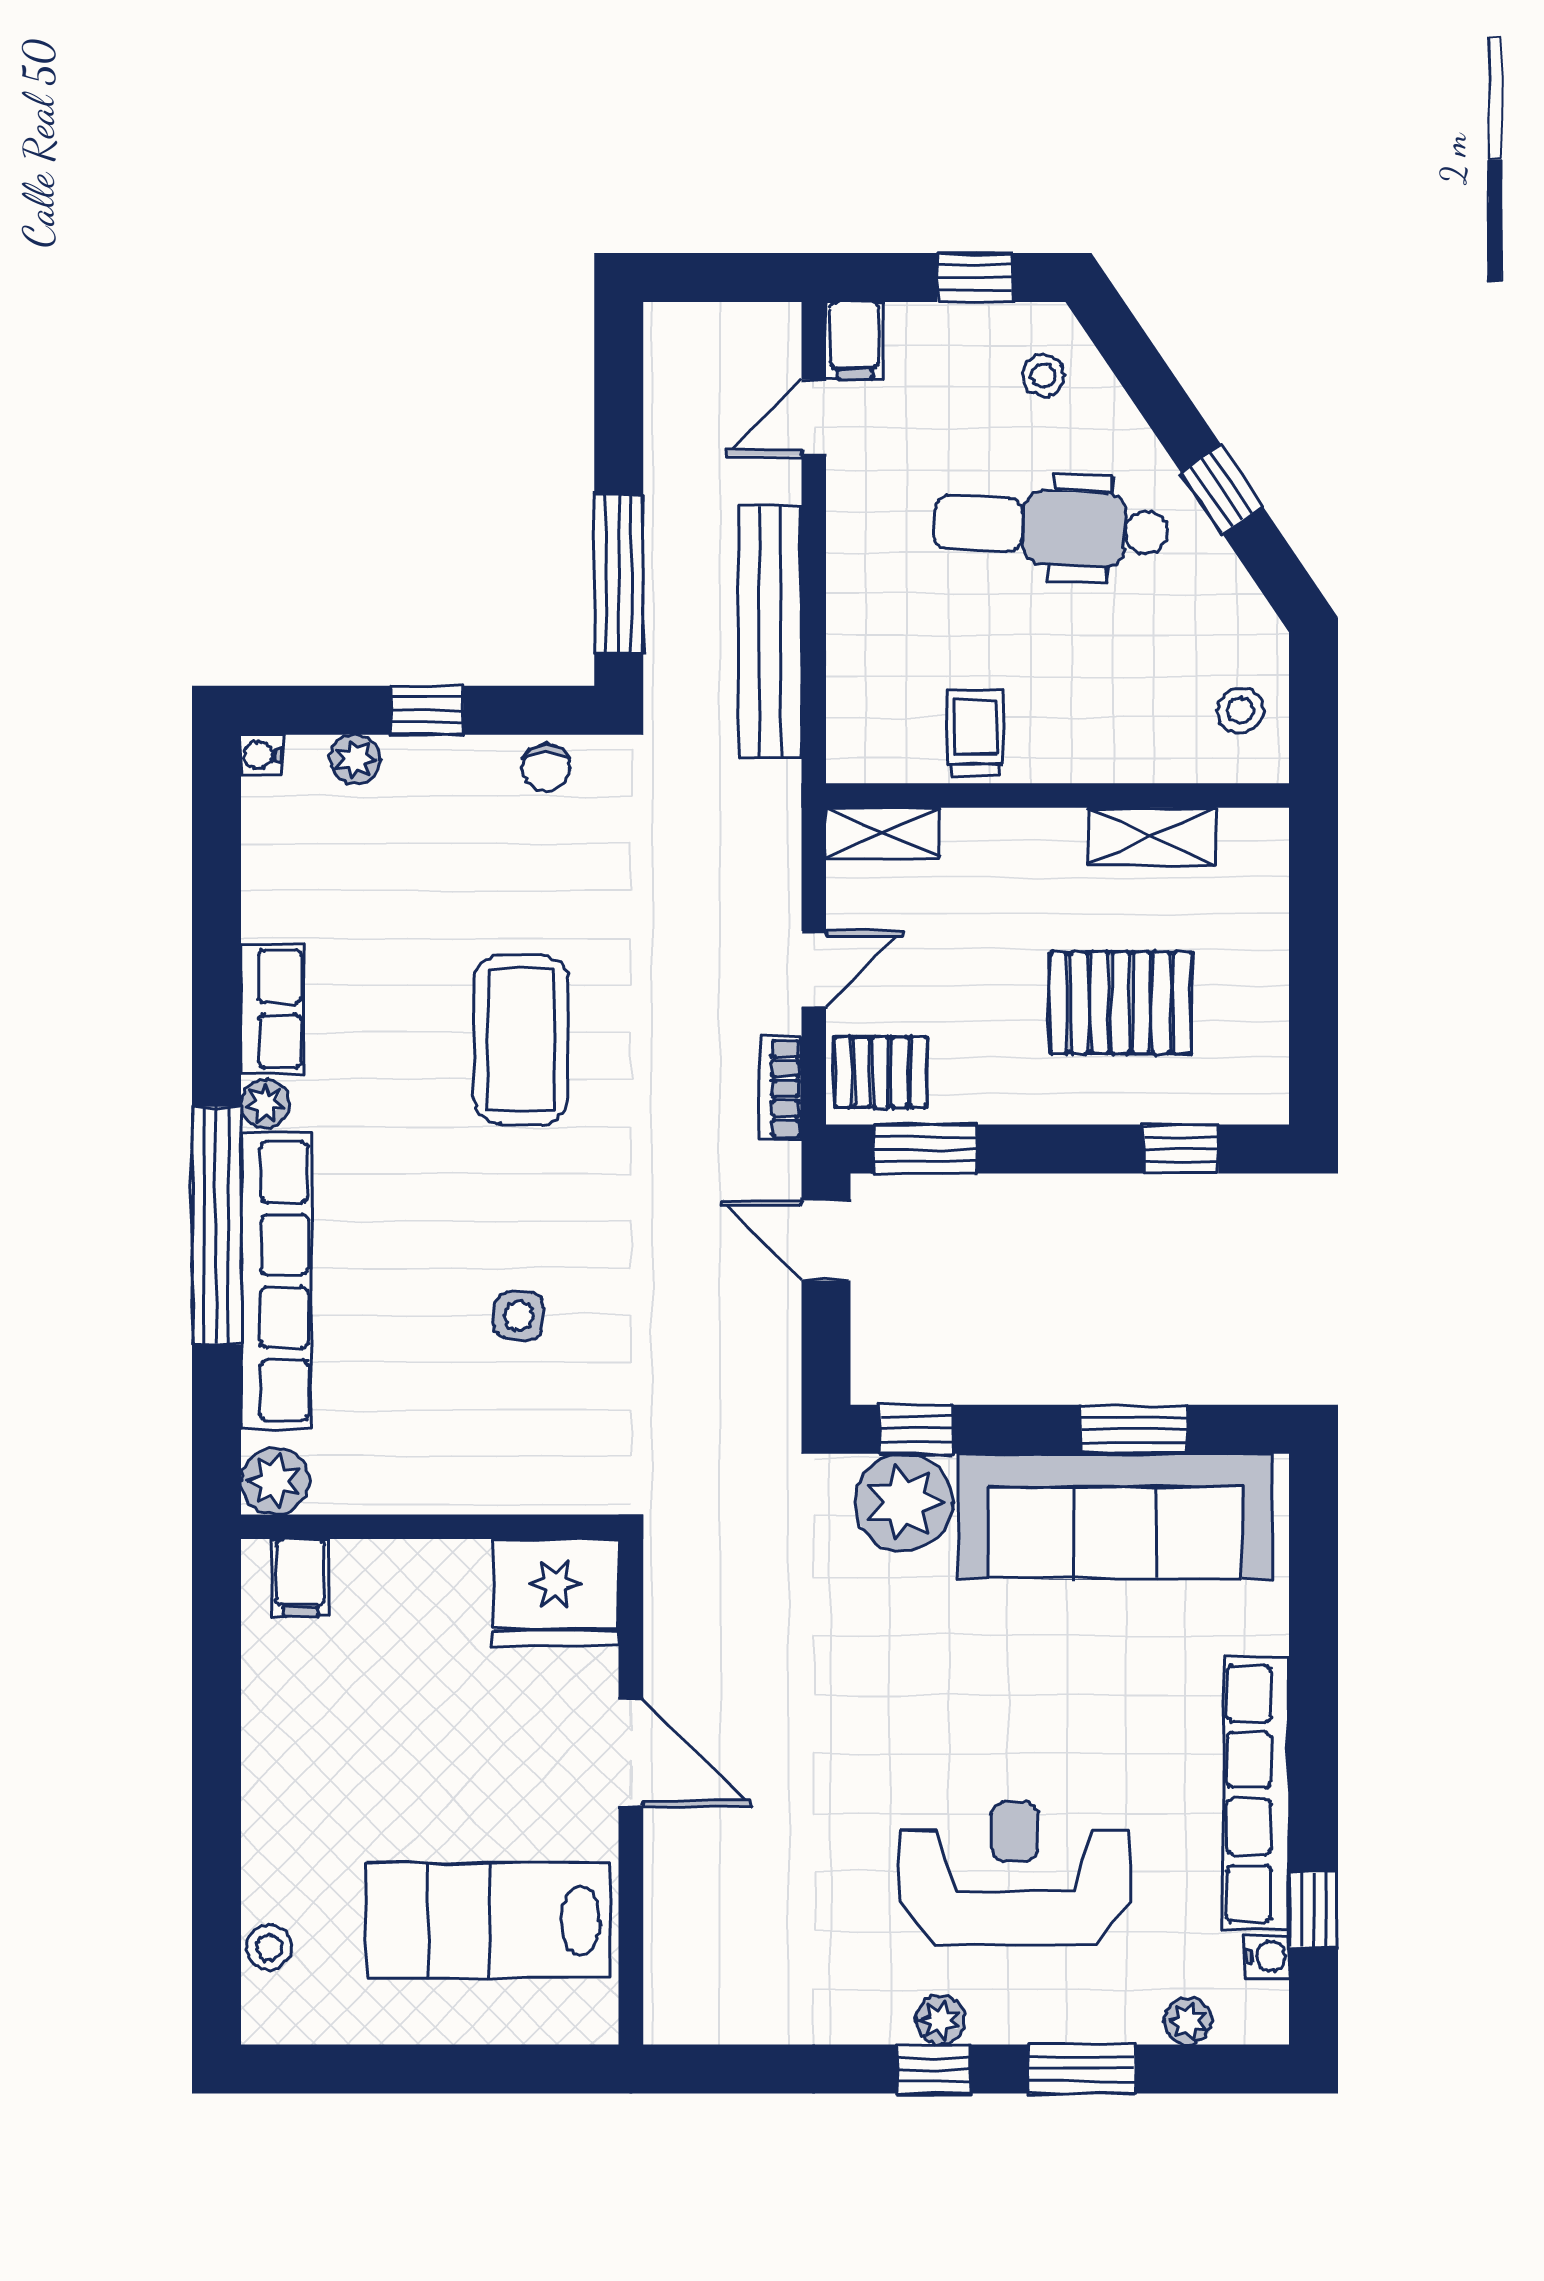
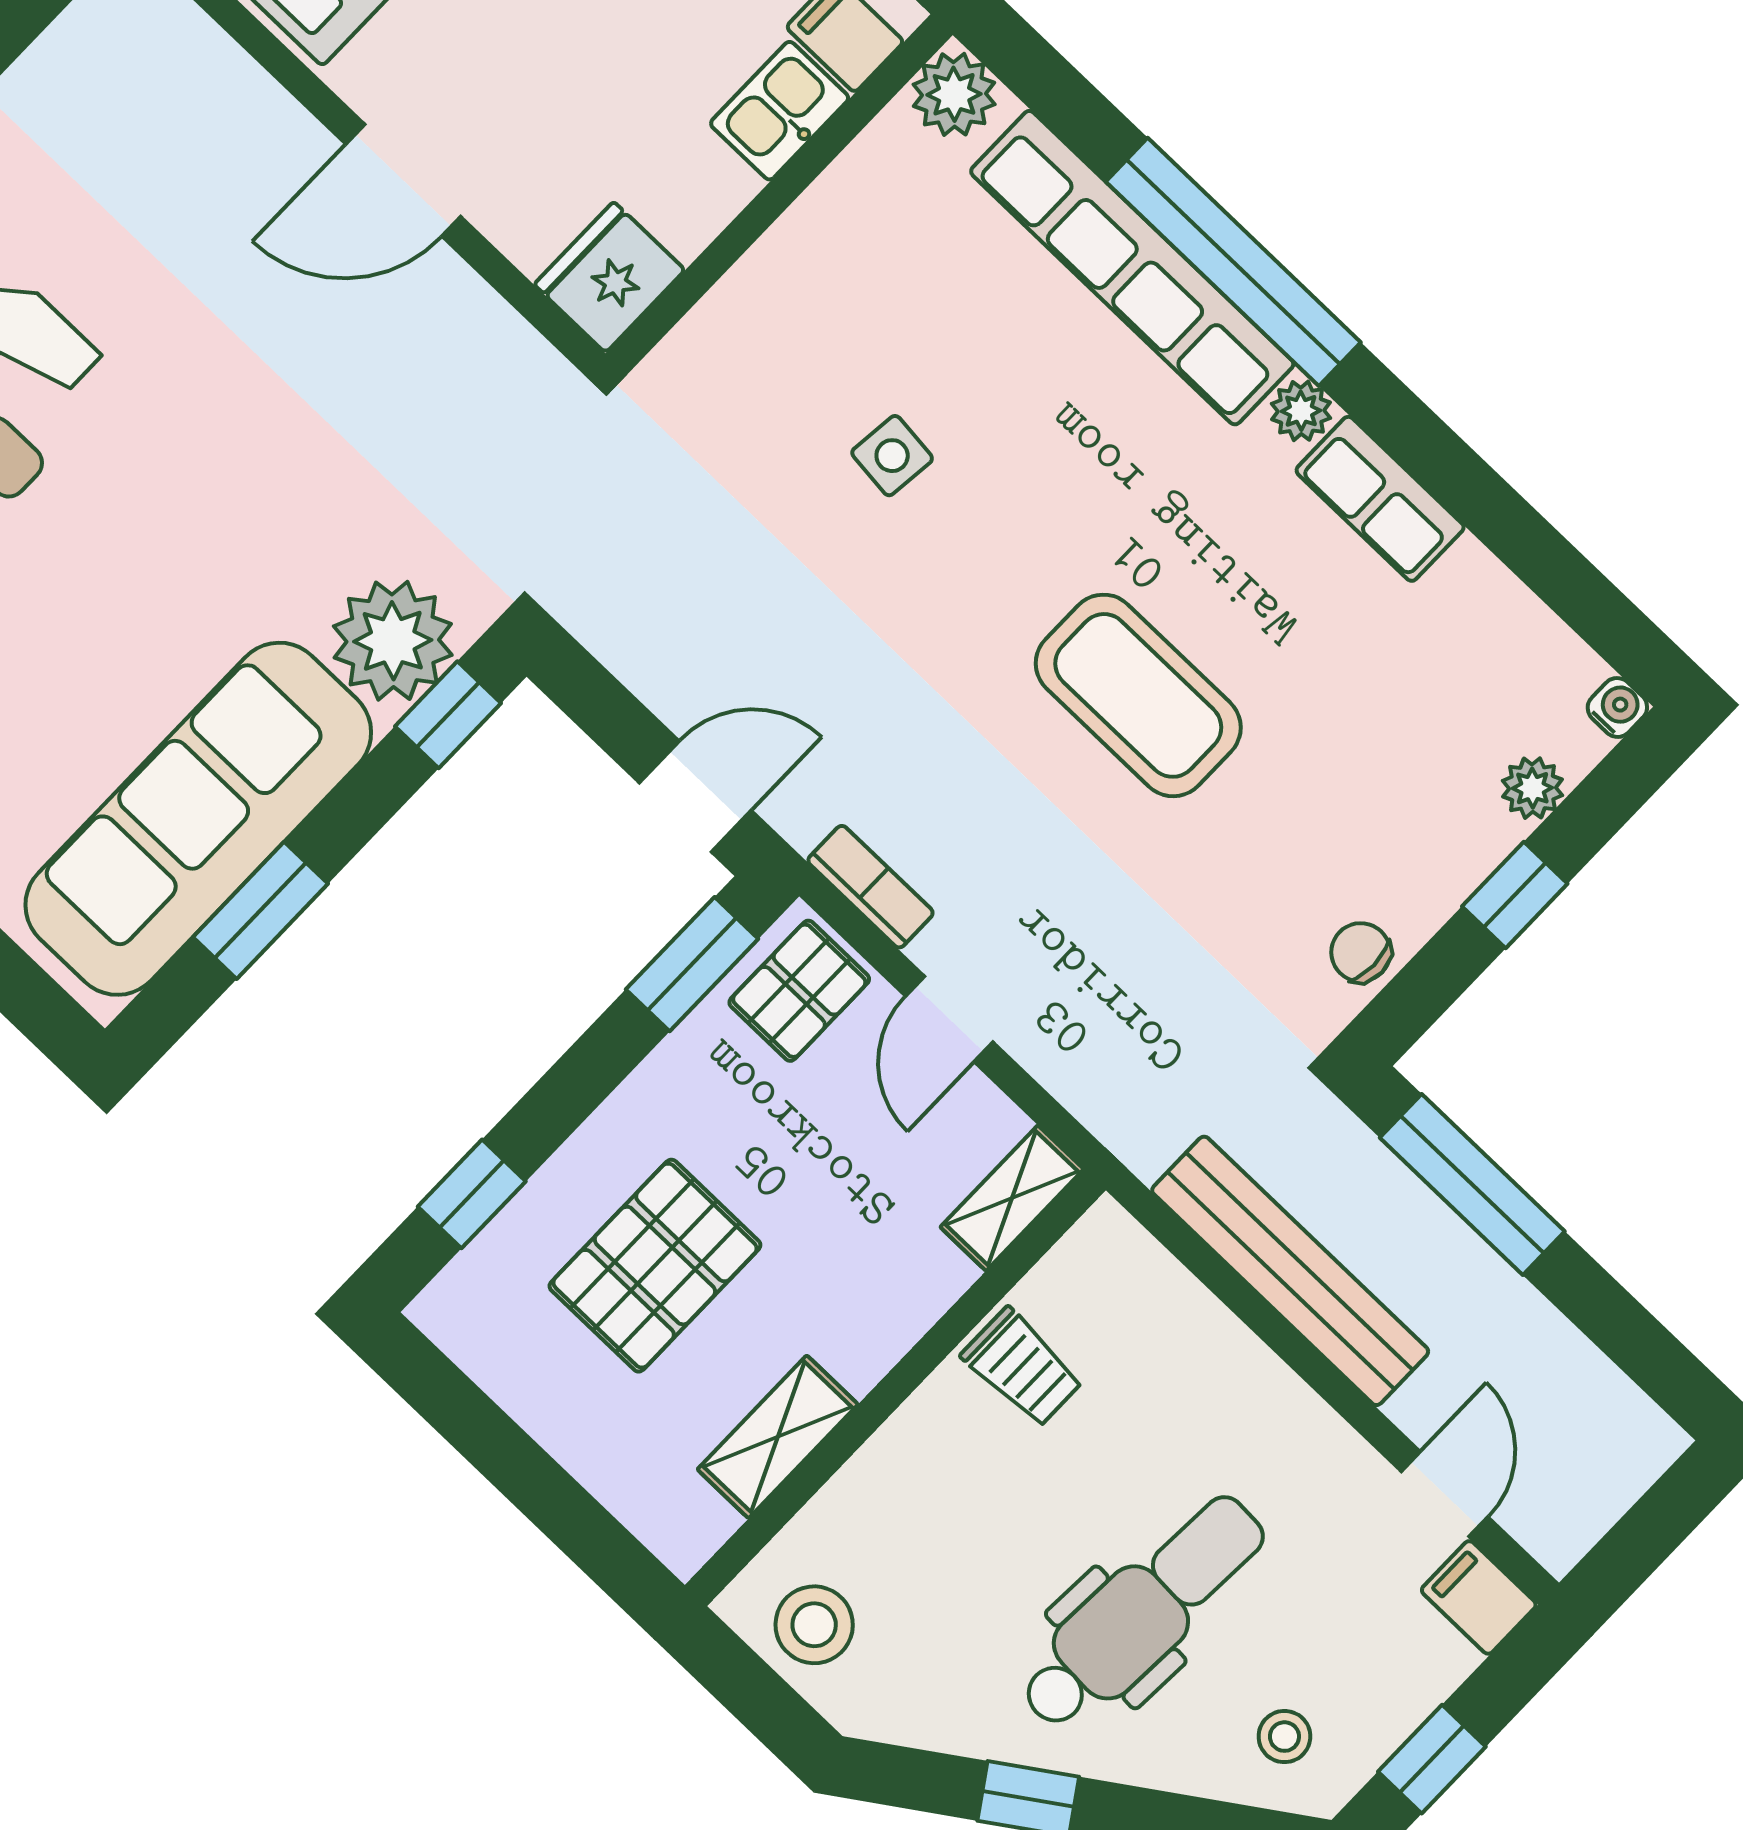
stool: (1240, 711) -> (814, 1625), width x1.37, depth x1.37
kitchen sink: (381, 1573) -> (780, 111), added
fridge: (556, 1592) -> (610, 277), width x0.73, depth x0.75

